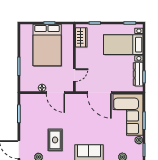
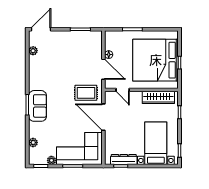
wardrobe: (81, 37) -> (158, 97), width x1.50
bed: (47, 45) -> (156, 60), width x1.36
door: (55, 93) -> (103, 69), swing flipped
door: (99, 93) -> (103, 117), hinge flipped
rug: (55, 140) -> (86, 93), moved

